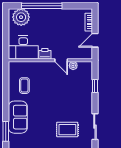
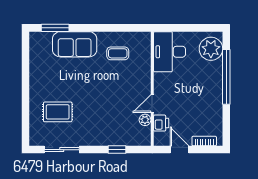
printer: (45, 54) -> (161, 123), moved
rug: (67, 130) -> (58, 112), turned 90

